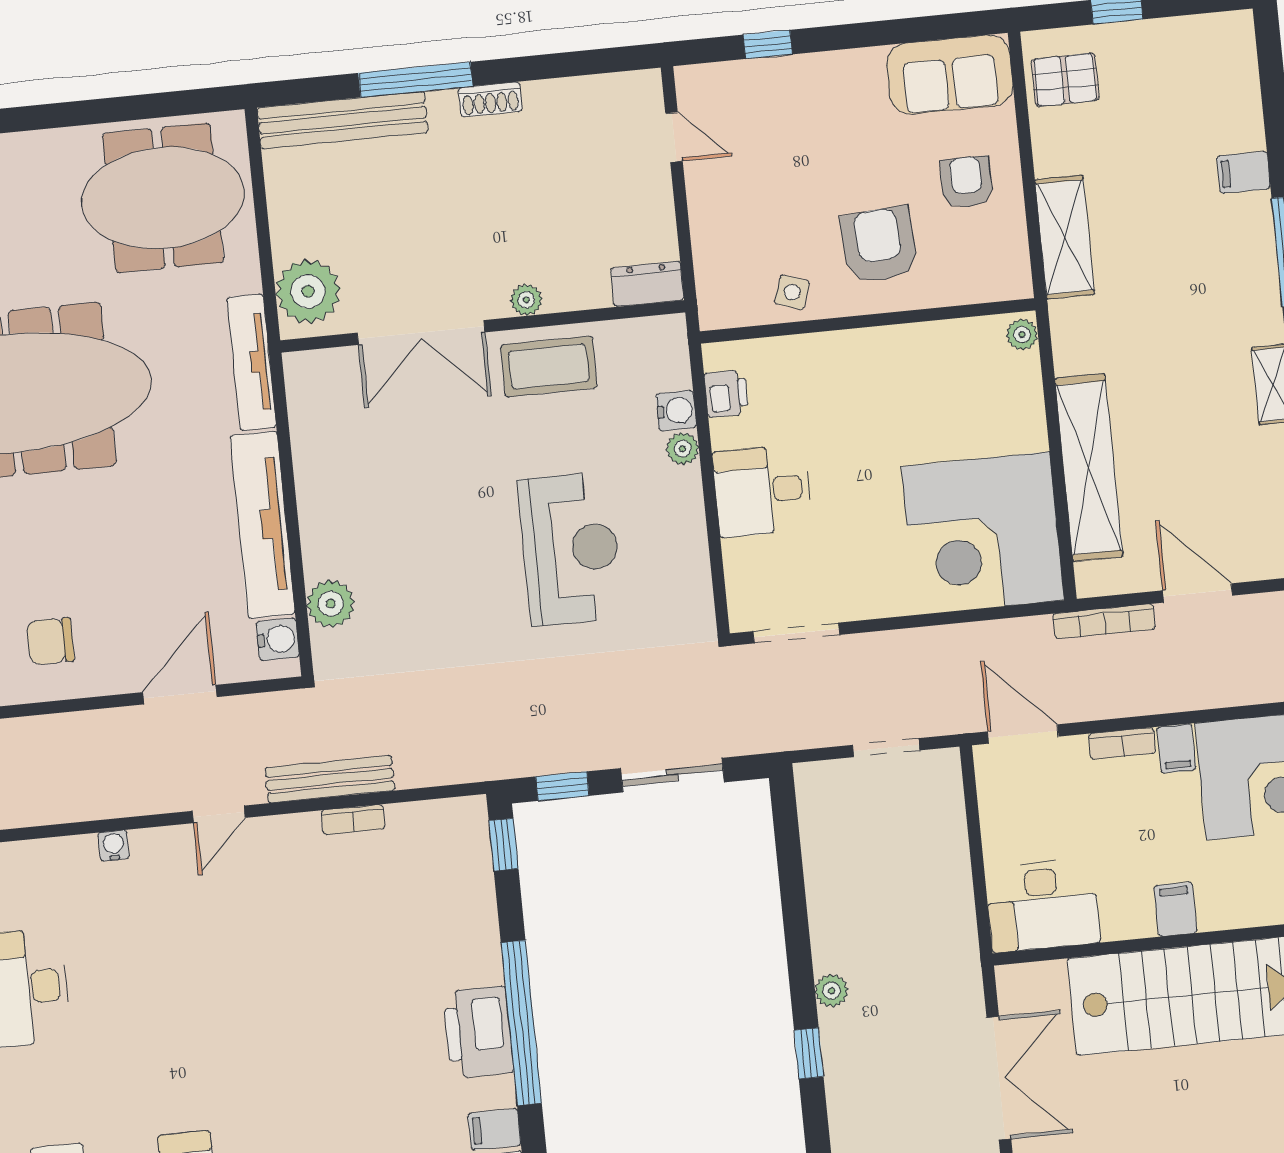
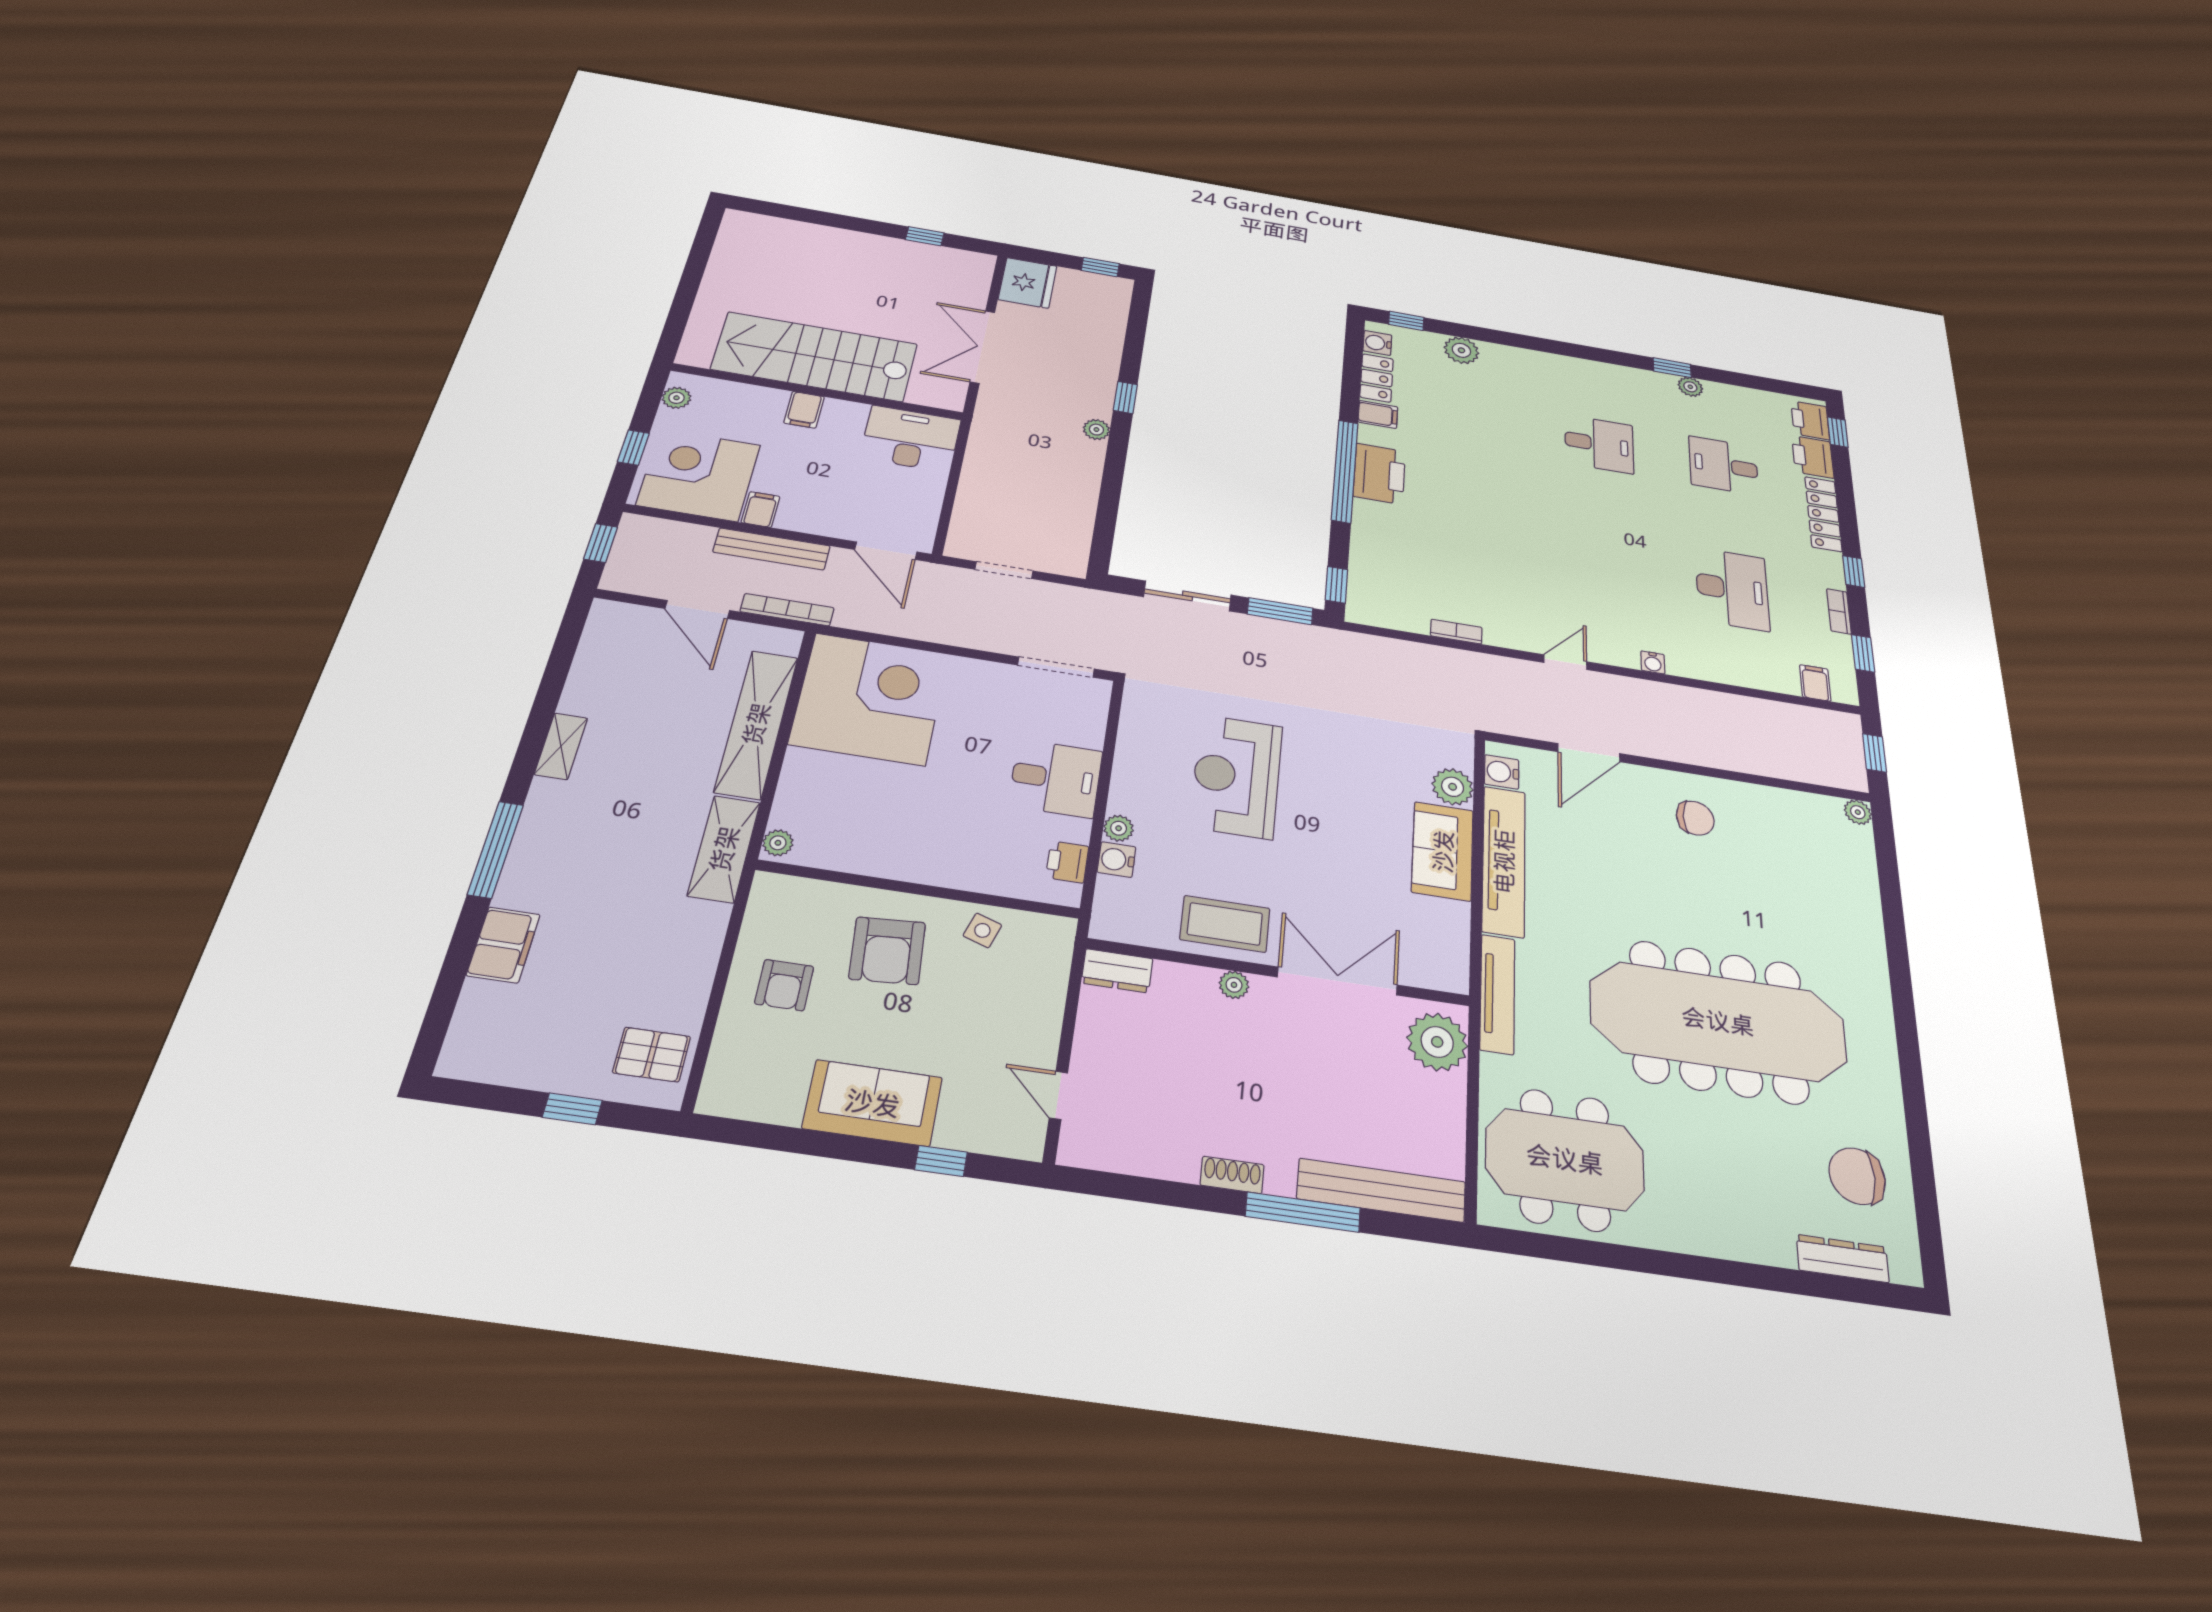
sofa: (950, 75) -> (873, 1103), moved
filing cabinet: (1244, 172) -> (503, 945), width x2.00
shelving: (1065, 237) -> (724, 849), moved
sofa: (331, 518) -> (1443, 851), added
bookcase: (1122, 743) -> (805, 524), removed
bench: (330, 779) -> (772, 549), moved
window: (562, 786) -> (1280, 611), width x1.50

